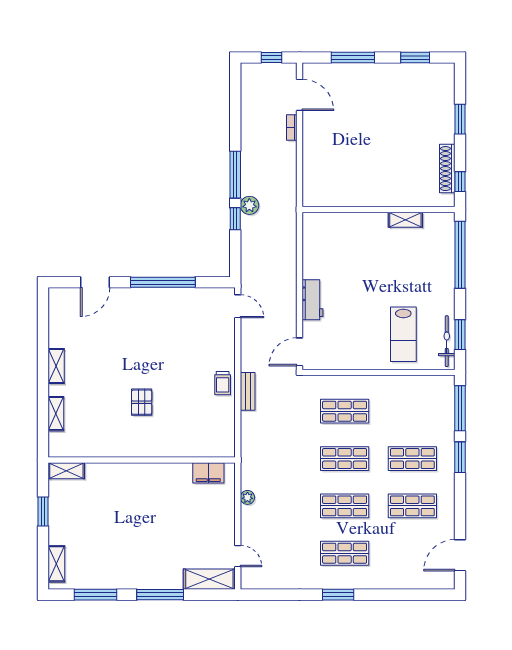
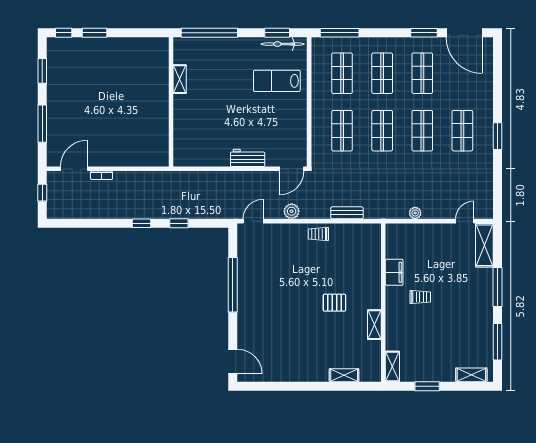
shoe rack: (447, 169) -> (136, 44), removed
window: (235, 175) -> (142, 223), width x0.46
window: (460, 182) -> (64, 33), moved
plant: (249, 205) -> (292, 211), moved
door: (95, 282) -> (233, 362), moved
lab bench: (403, 334) -> (277, 81), turned 180
door: (300, 352) -> (292, 169), hinge flipped
shelving: (56, 366) -> (374, 325), moved, turned 90
trolley: (223, 383) -> (318, 234), turned 180
bench: (248, 391) -> (347, 213), moved
shop shelf: (412, 411) -> (342, 73), added
window: (460, 457) -> (424, 33), moved
filing cabinet: (208, 473) -> (394, 272), moved
trolley: (148, 504) -> (420, 297), added
door: (460, 555) -> (464, 33), width x1.36

